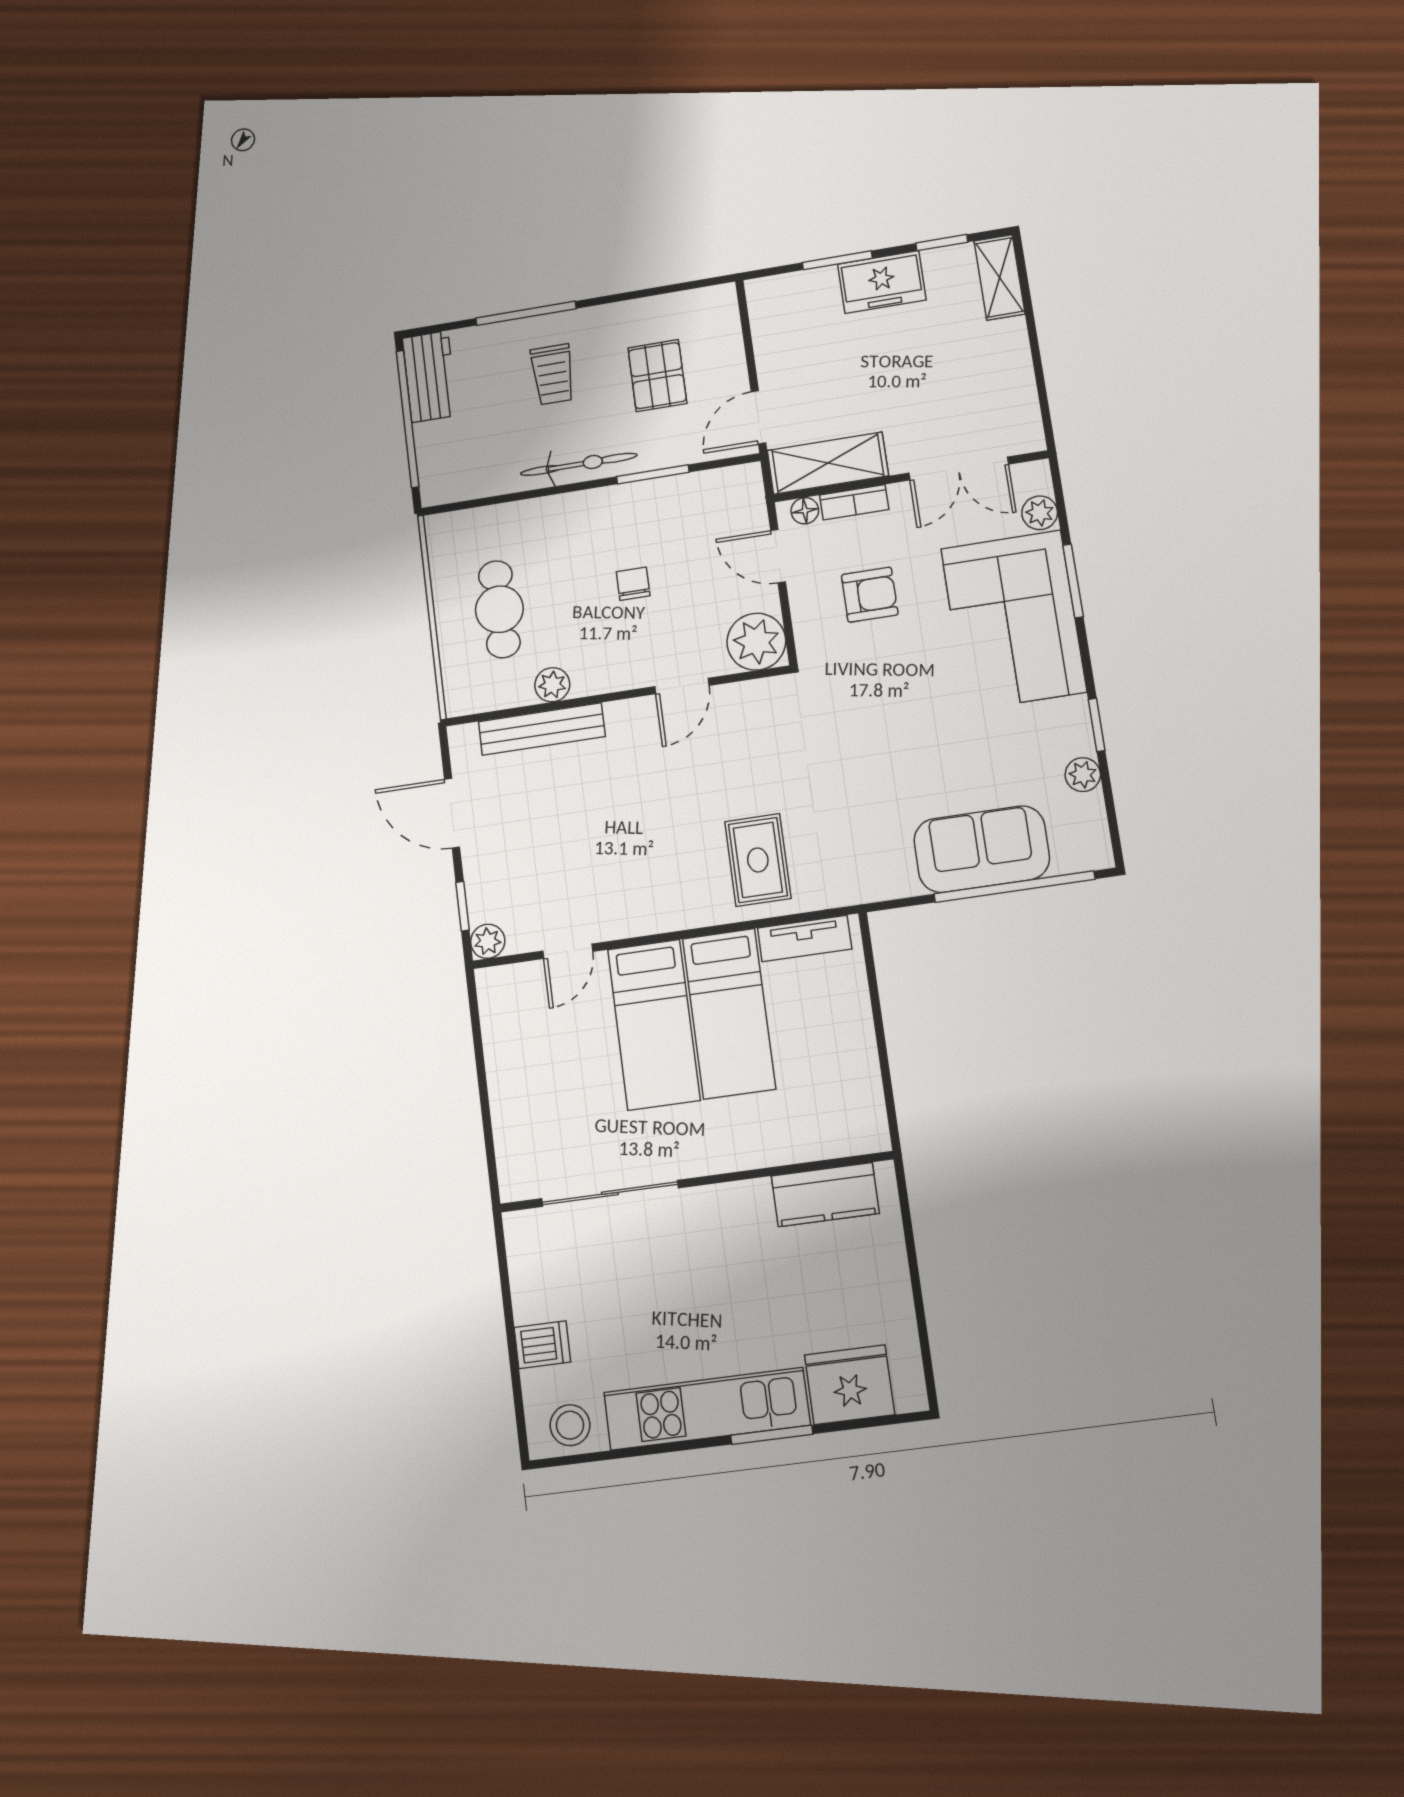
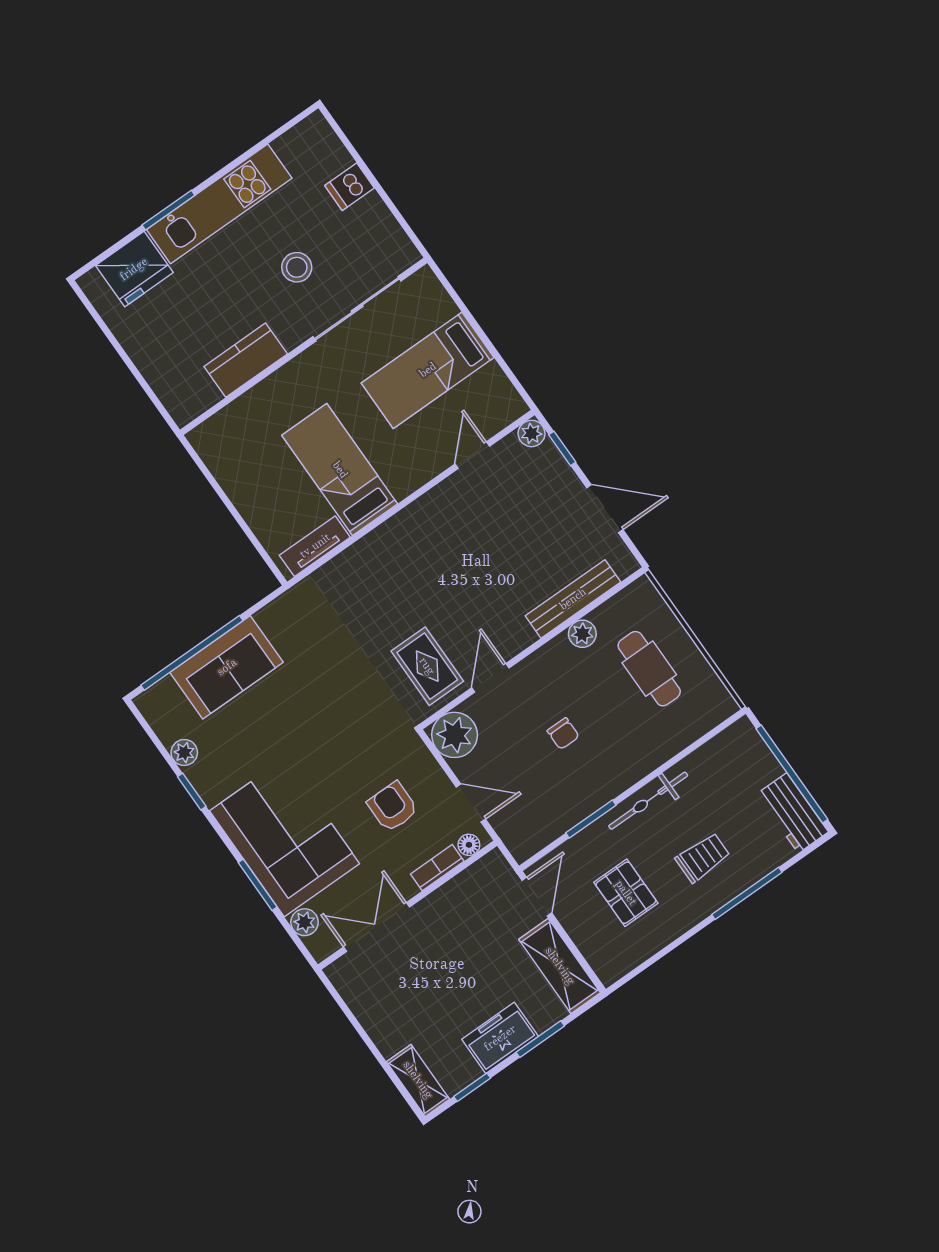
trolley: (553, 374) -> (703, 857), turned 90
shelving: (828, 463) -> (560, 966), moved, turned 90
armchair: (870, 595) -> (393, 807), turned 90
rug: (758, 860) -> (427, 666), moved
bed: (654, 1025) -> (428, 370), moved, turned -90
kitchen counter: (825, 1195) -> (246, 360), moved
stool: (570, 1425) -> (297, 267), moved

